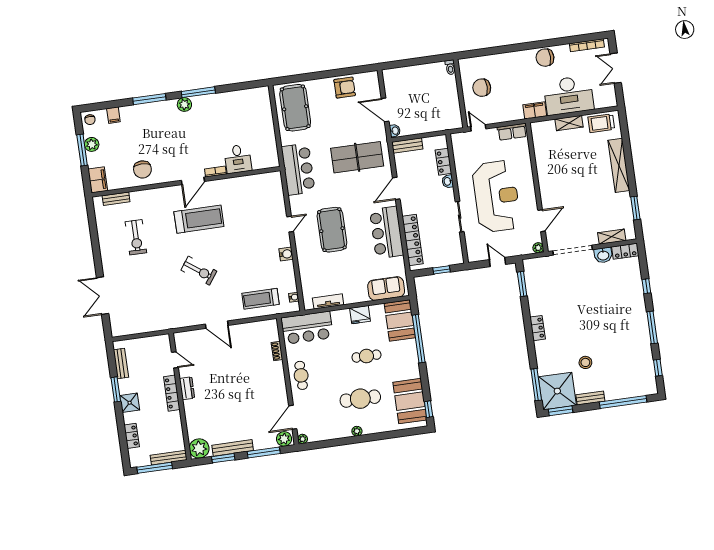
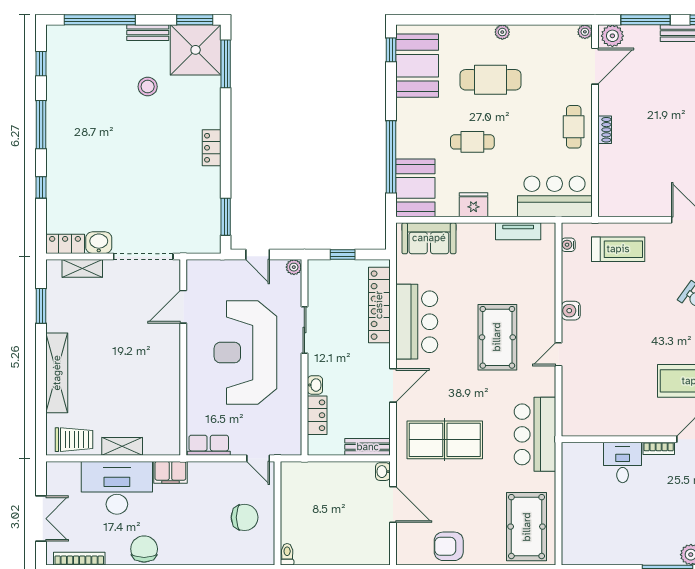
chair: (545, 58) -> (144, 549), turned -90
plant: (538, 248) -> (294, 267), moved
shoe rack: (277, 351) -> (605, 130), moved

